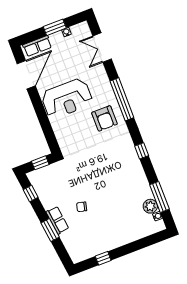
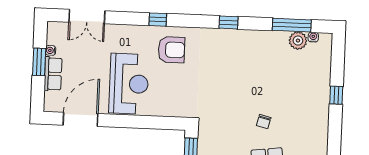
row of seats: (37, 46) -> (53, 74), moved
door: (26, 75) -> (80, 119), hinge flipped
window: (122, 99) -> (158, 20), width x0.32
window: (103, 258) -> (336, 95), moved

